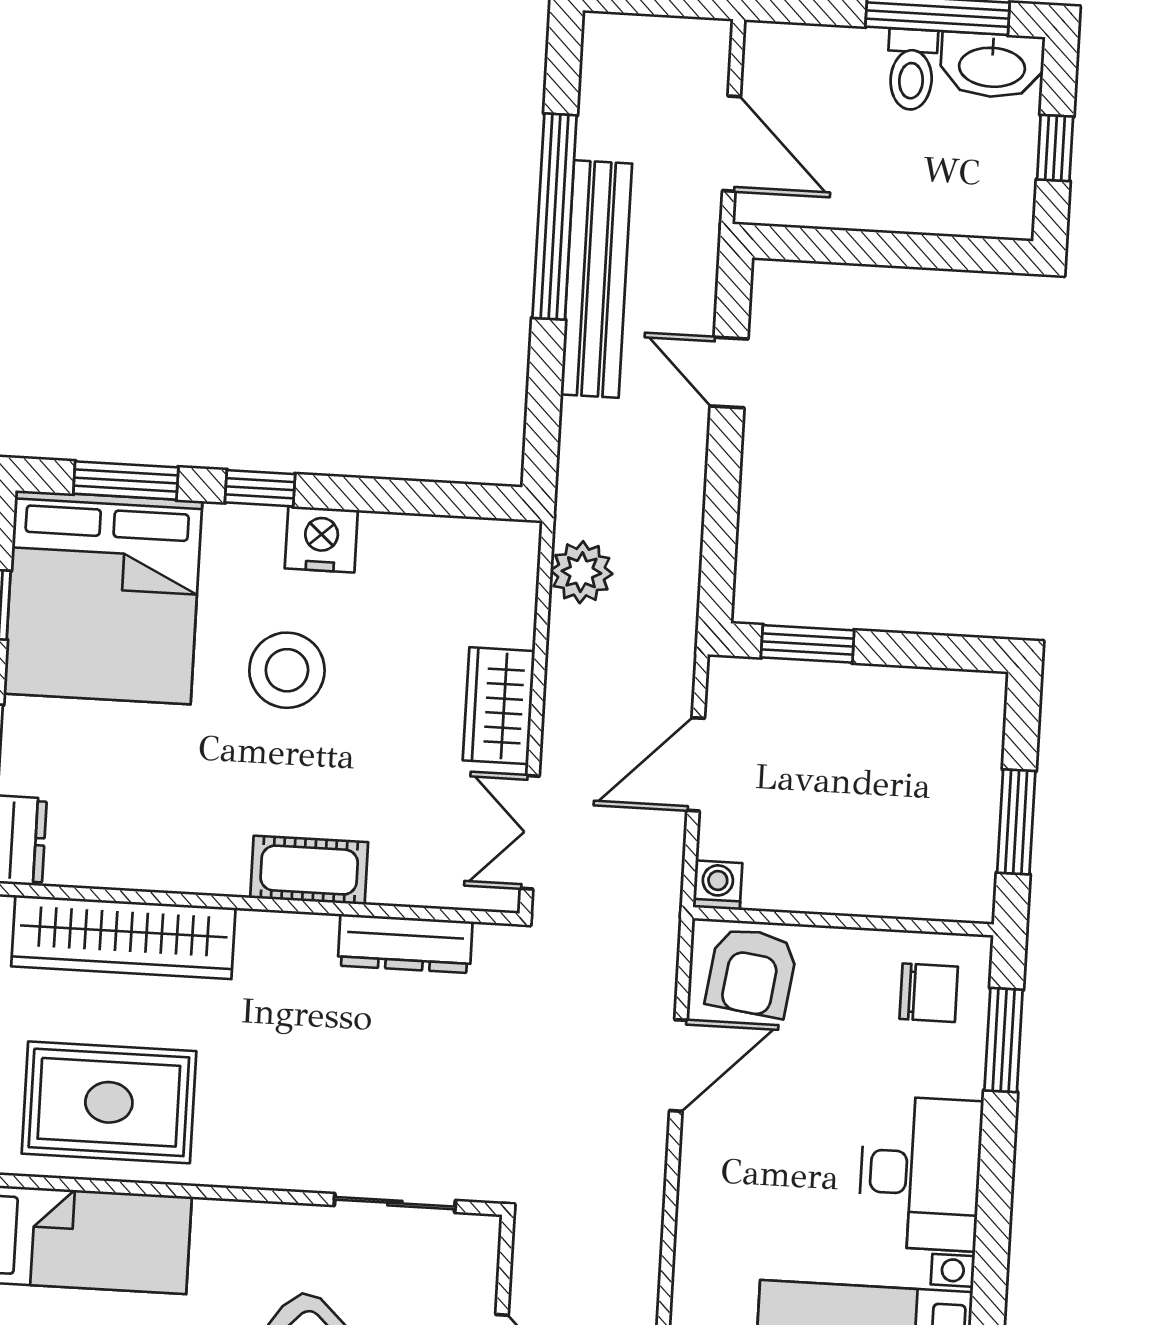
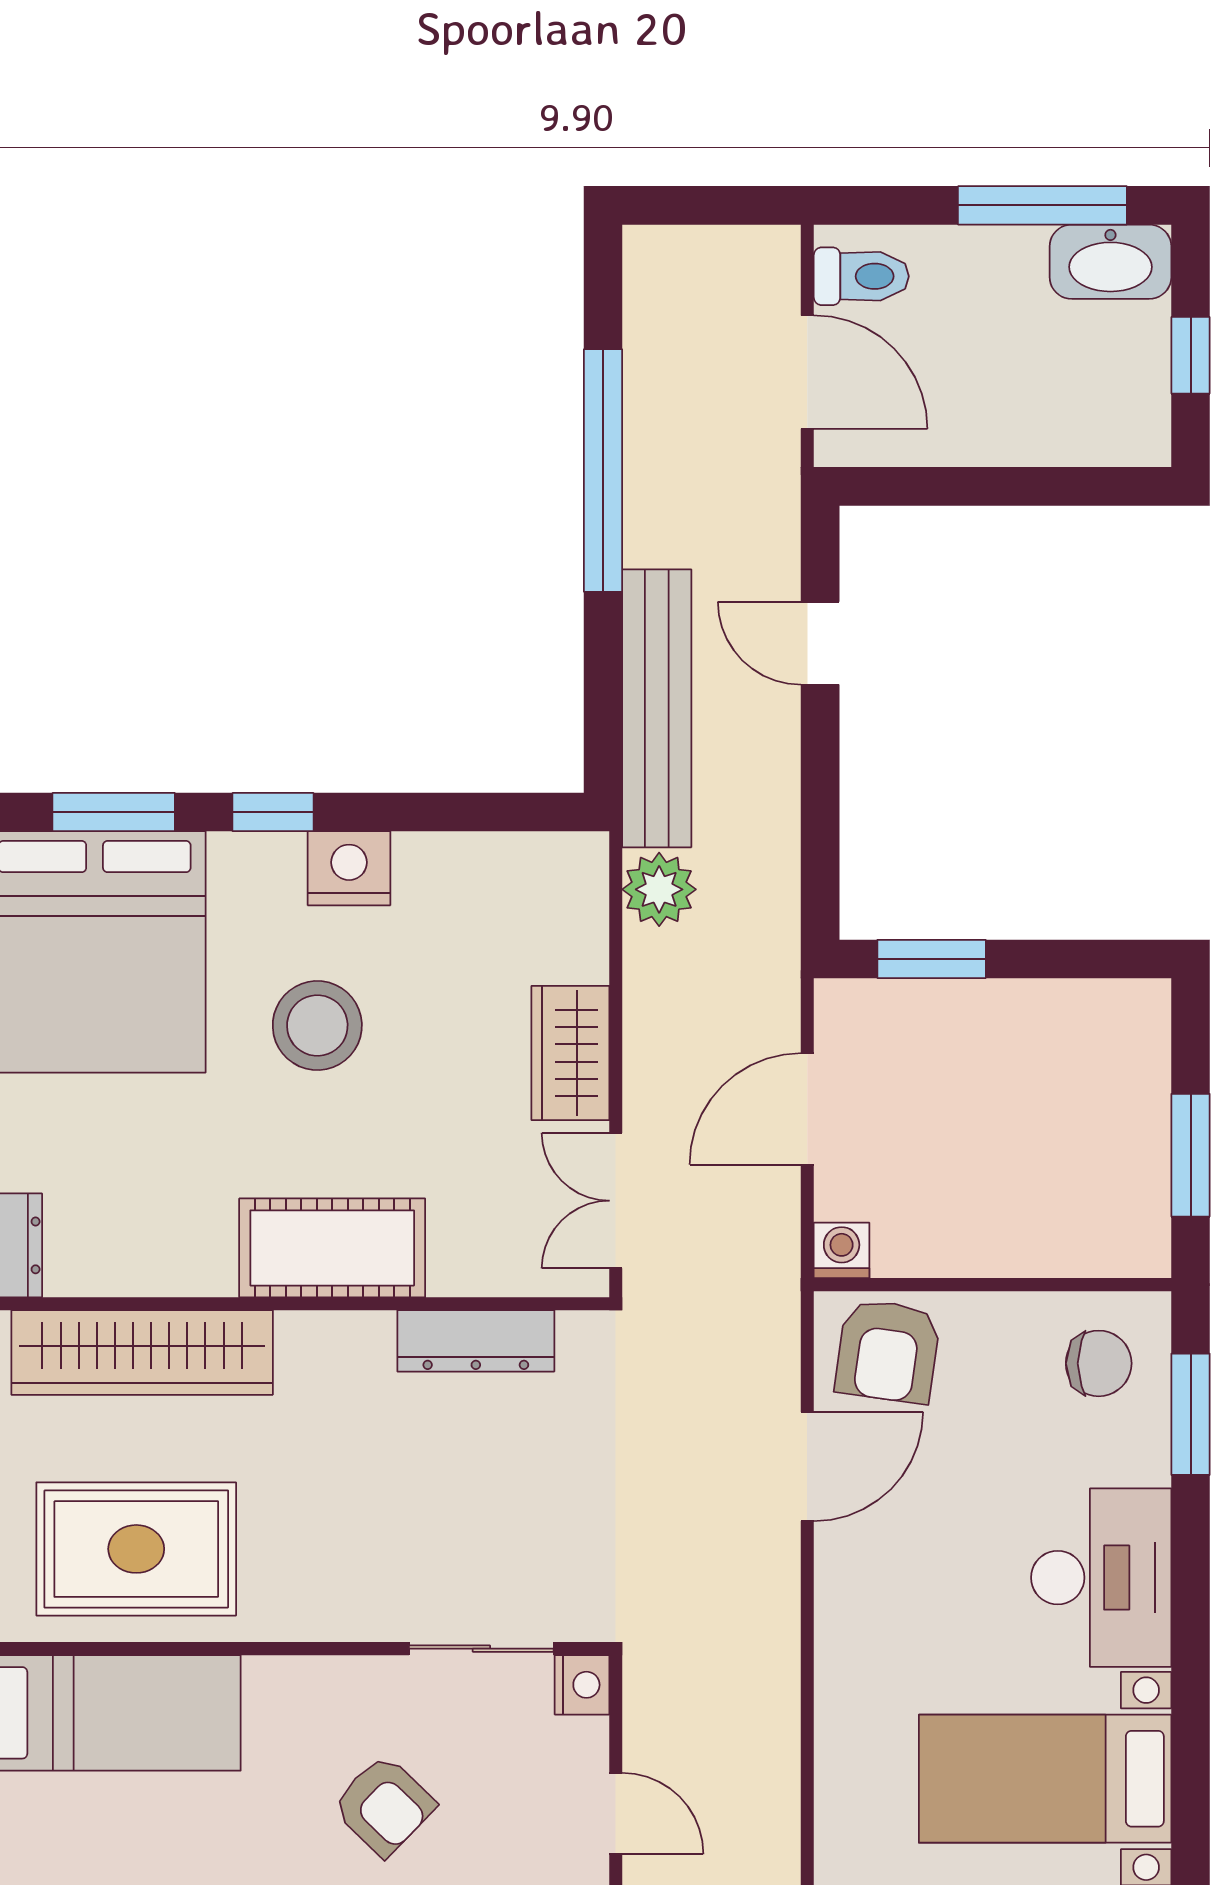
toilet: (912, 69) -> (861, 276), moved, turned -90
bench: (596, 279) -> (657, 708), moved
cot: (309, 870) -> (332, 1248), width x1.37, depth x1.34
nightstand: (478, 1238) -> (582, 1685), added

